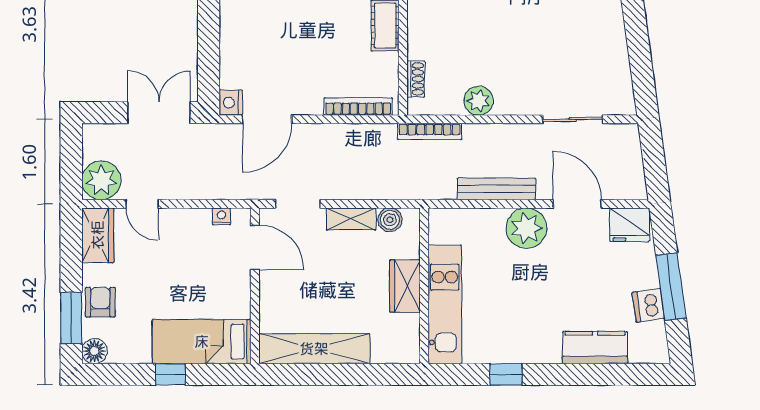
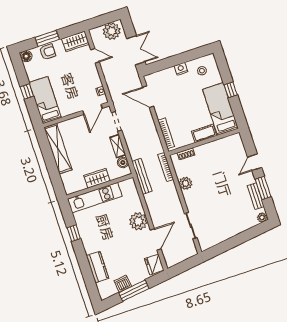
nightstand: (231, 103) -> (181, 69), moved
plant: (101, 180) -> (112, 31), moved
bench: (496, 189) -> (142, 176), moved
door: (142, 204) -> (95, 56), swing flipped
window: (71, 318) -> (47, 38), moved

